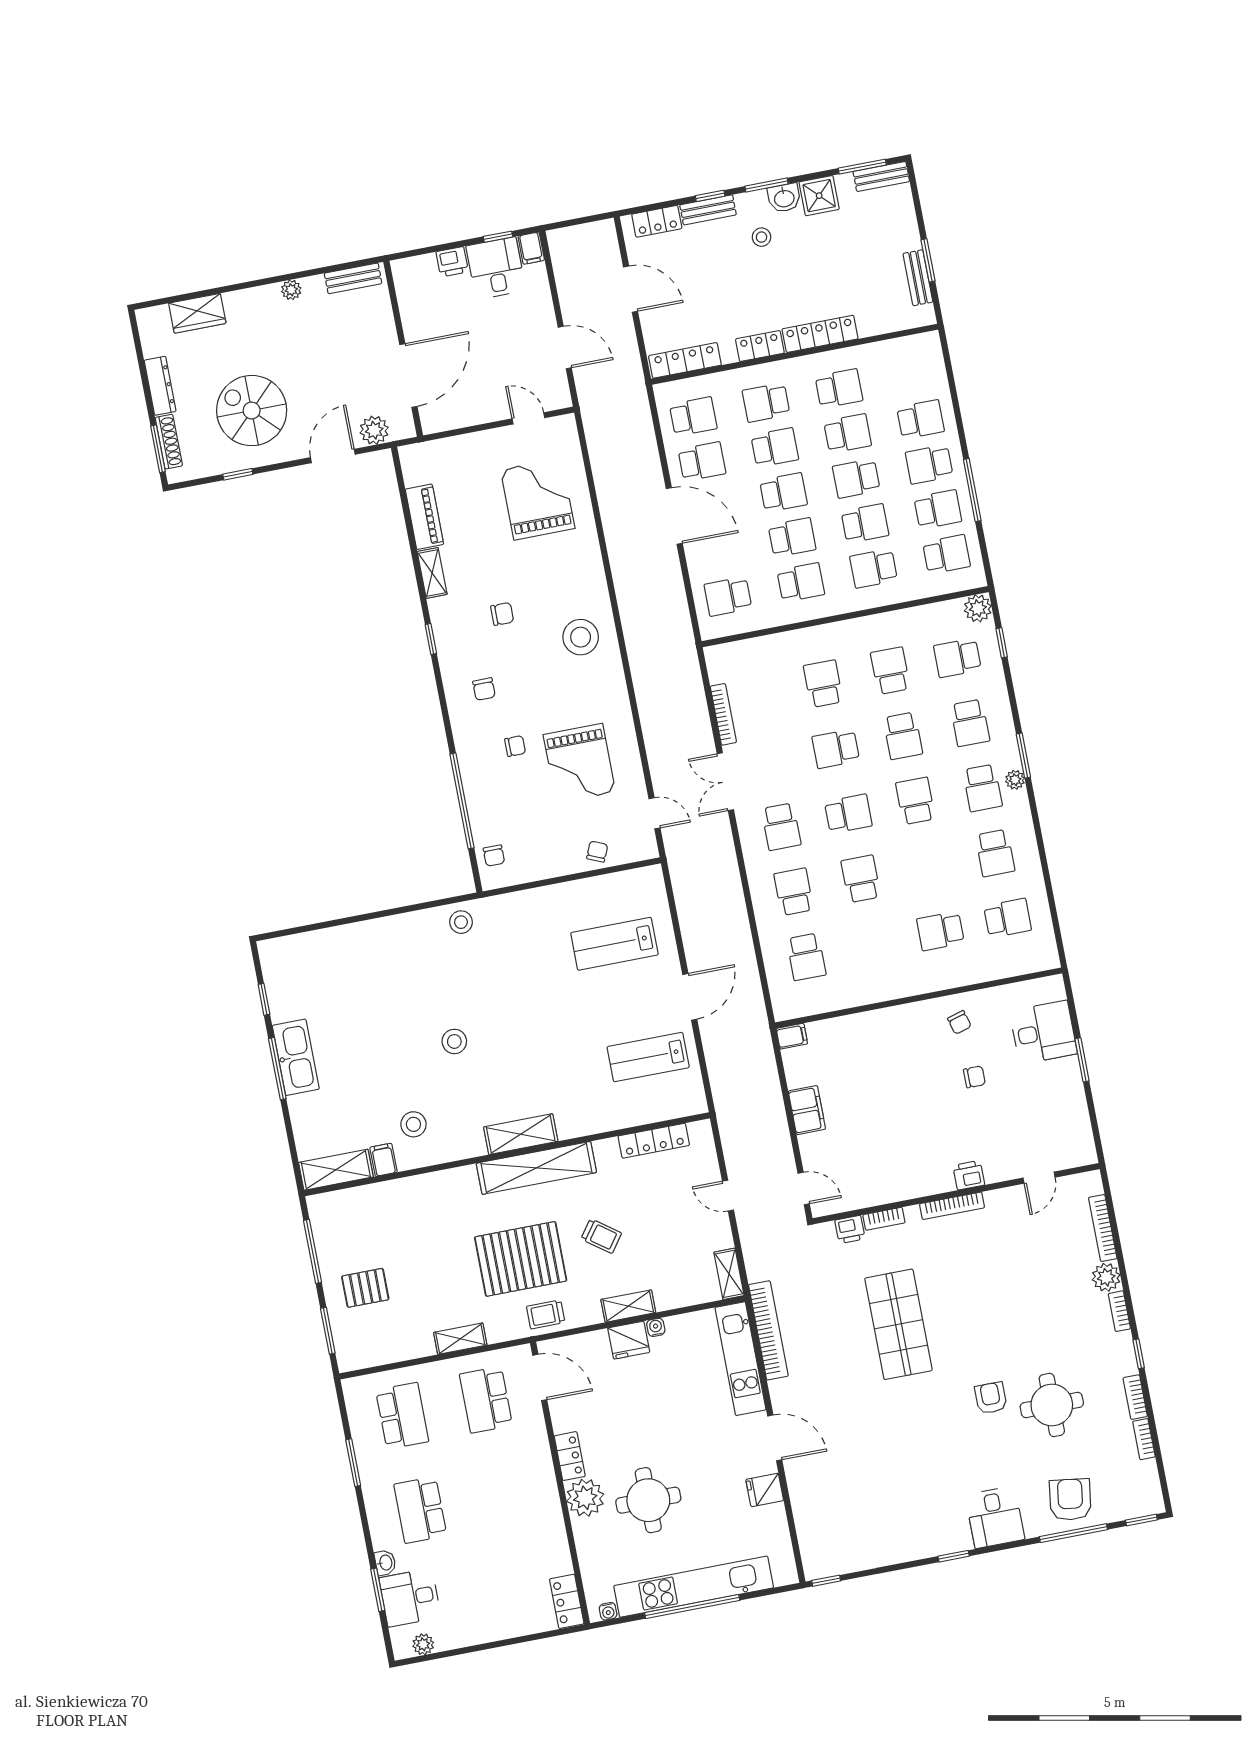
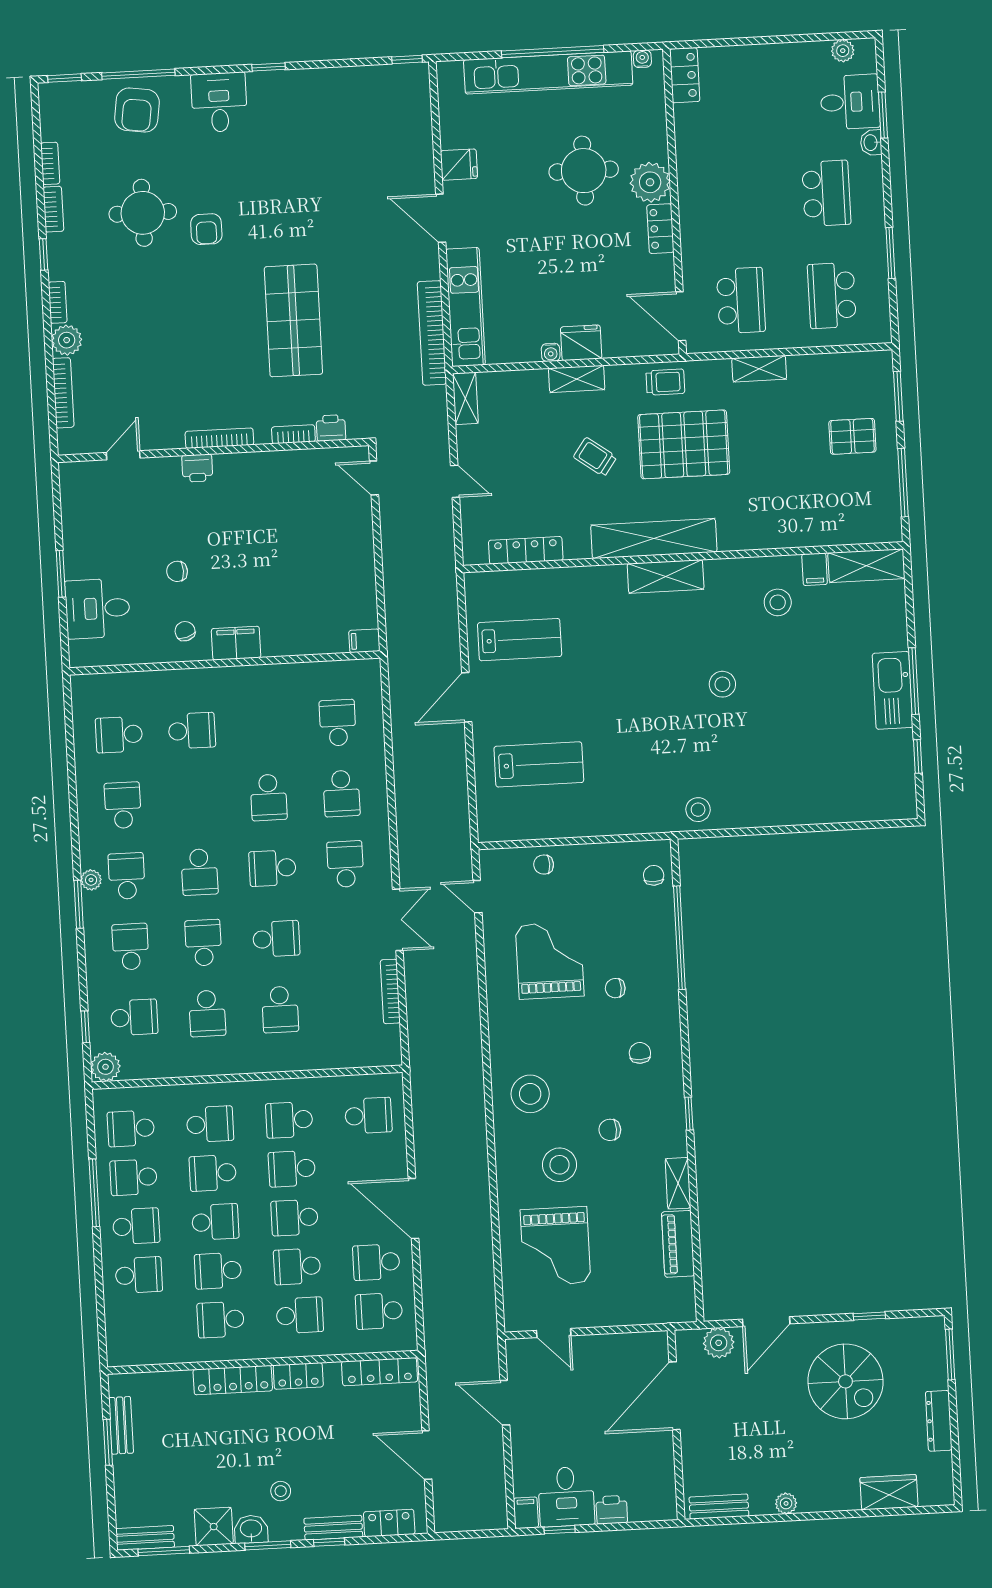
school desk: (920, 419) -> (139, 1275), turned 180
shoe rack: (169, 442) -> (938, 1360), removed
stool: (544, 575) -> (560, 1165), added
chair: (597, 852) -> (544, 865), turned 67
filing cabinet: (807, 1110) -> (236, 643), moved, turned 90

